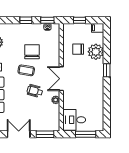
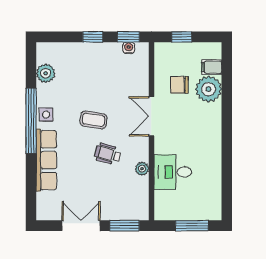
filing cabinet: (98, 28) -> (212, 67), moved
chair: (32, 52) -> (103, 89), removed
window: (107, 70) -> (227, 120), removed
double door: (61, 79) -> (151, 116), moved
desk: (74, 120) -> (173, 172), moved

